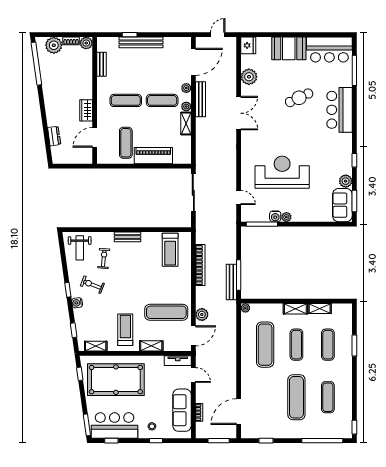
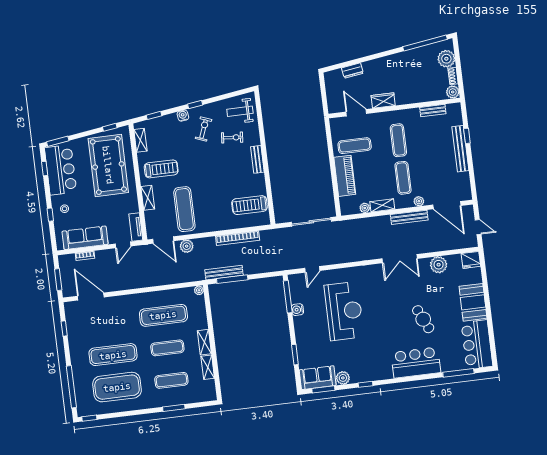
plant: (186, 107) -> (365, 208), moved
plant: (286, 217) -> (298, 321), removed
window: (318, 224) -> (295, 355), added
exercise mat: (328, 397) -> (117, 387), width x2.00, depth x1.45

